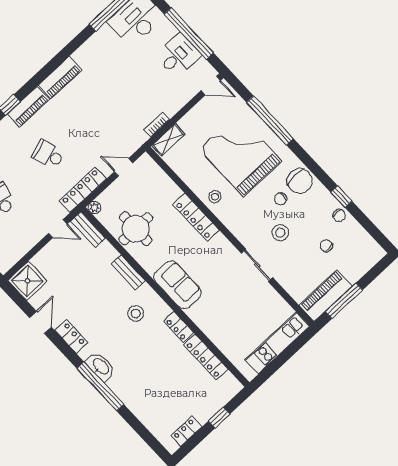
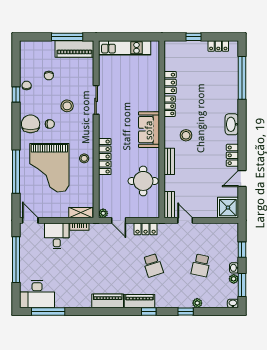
desk: (178, 55) -> (57, 236), moved, turned 90
locker: (83, 190) -> (146, 229), width x0.66
plant: (94, 208) -> (103, 213), moved
locker: (206, 357) -> (170, 83), width x0.66
window: (100, 386) -> (242, 78), moved

